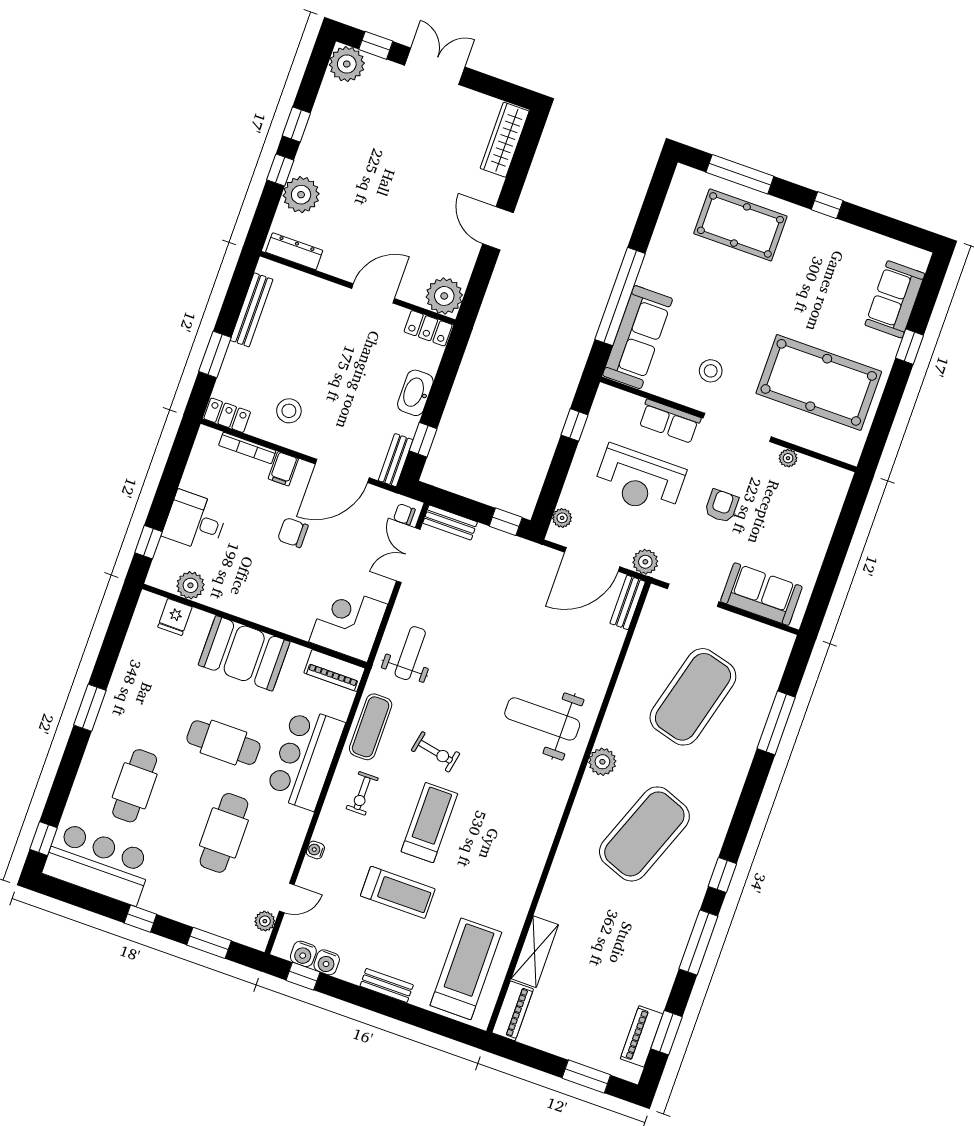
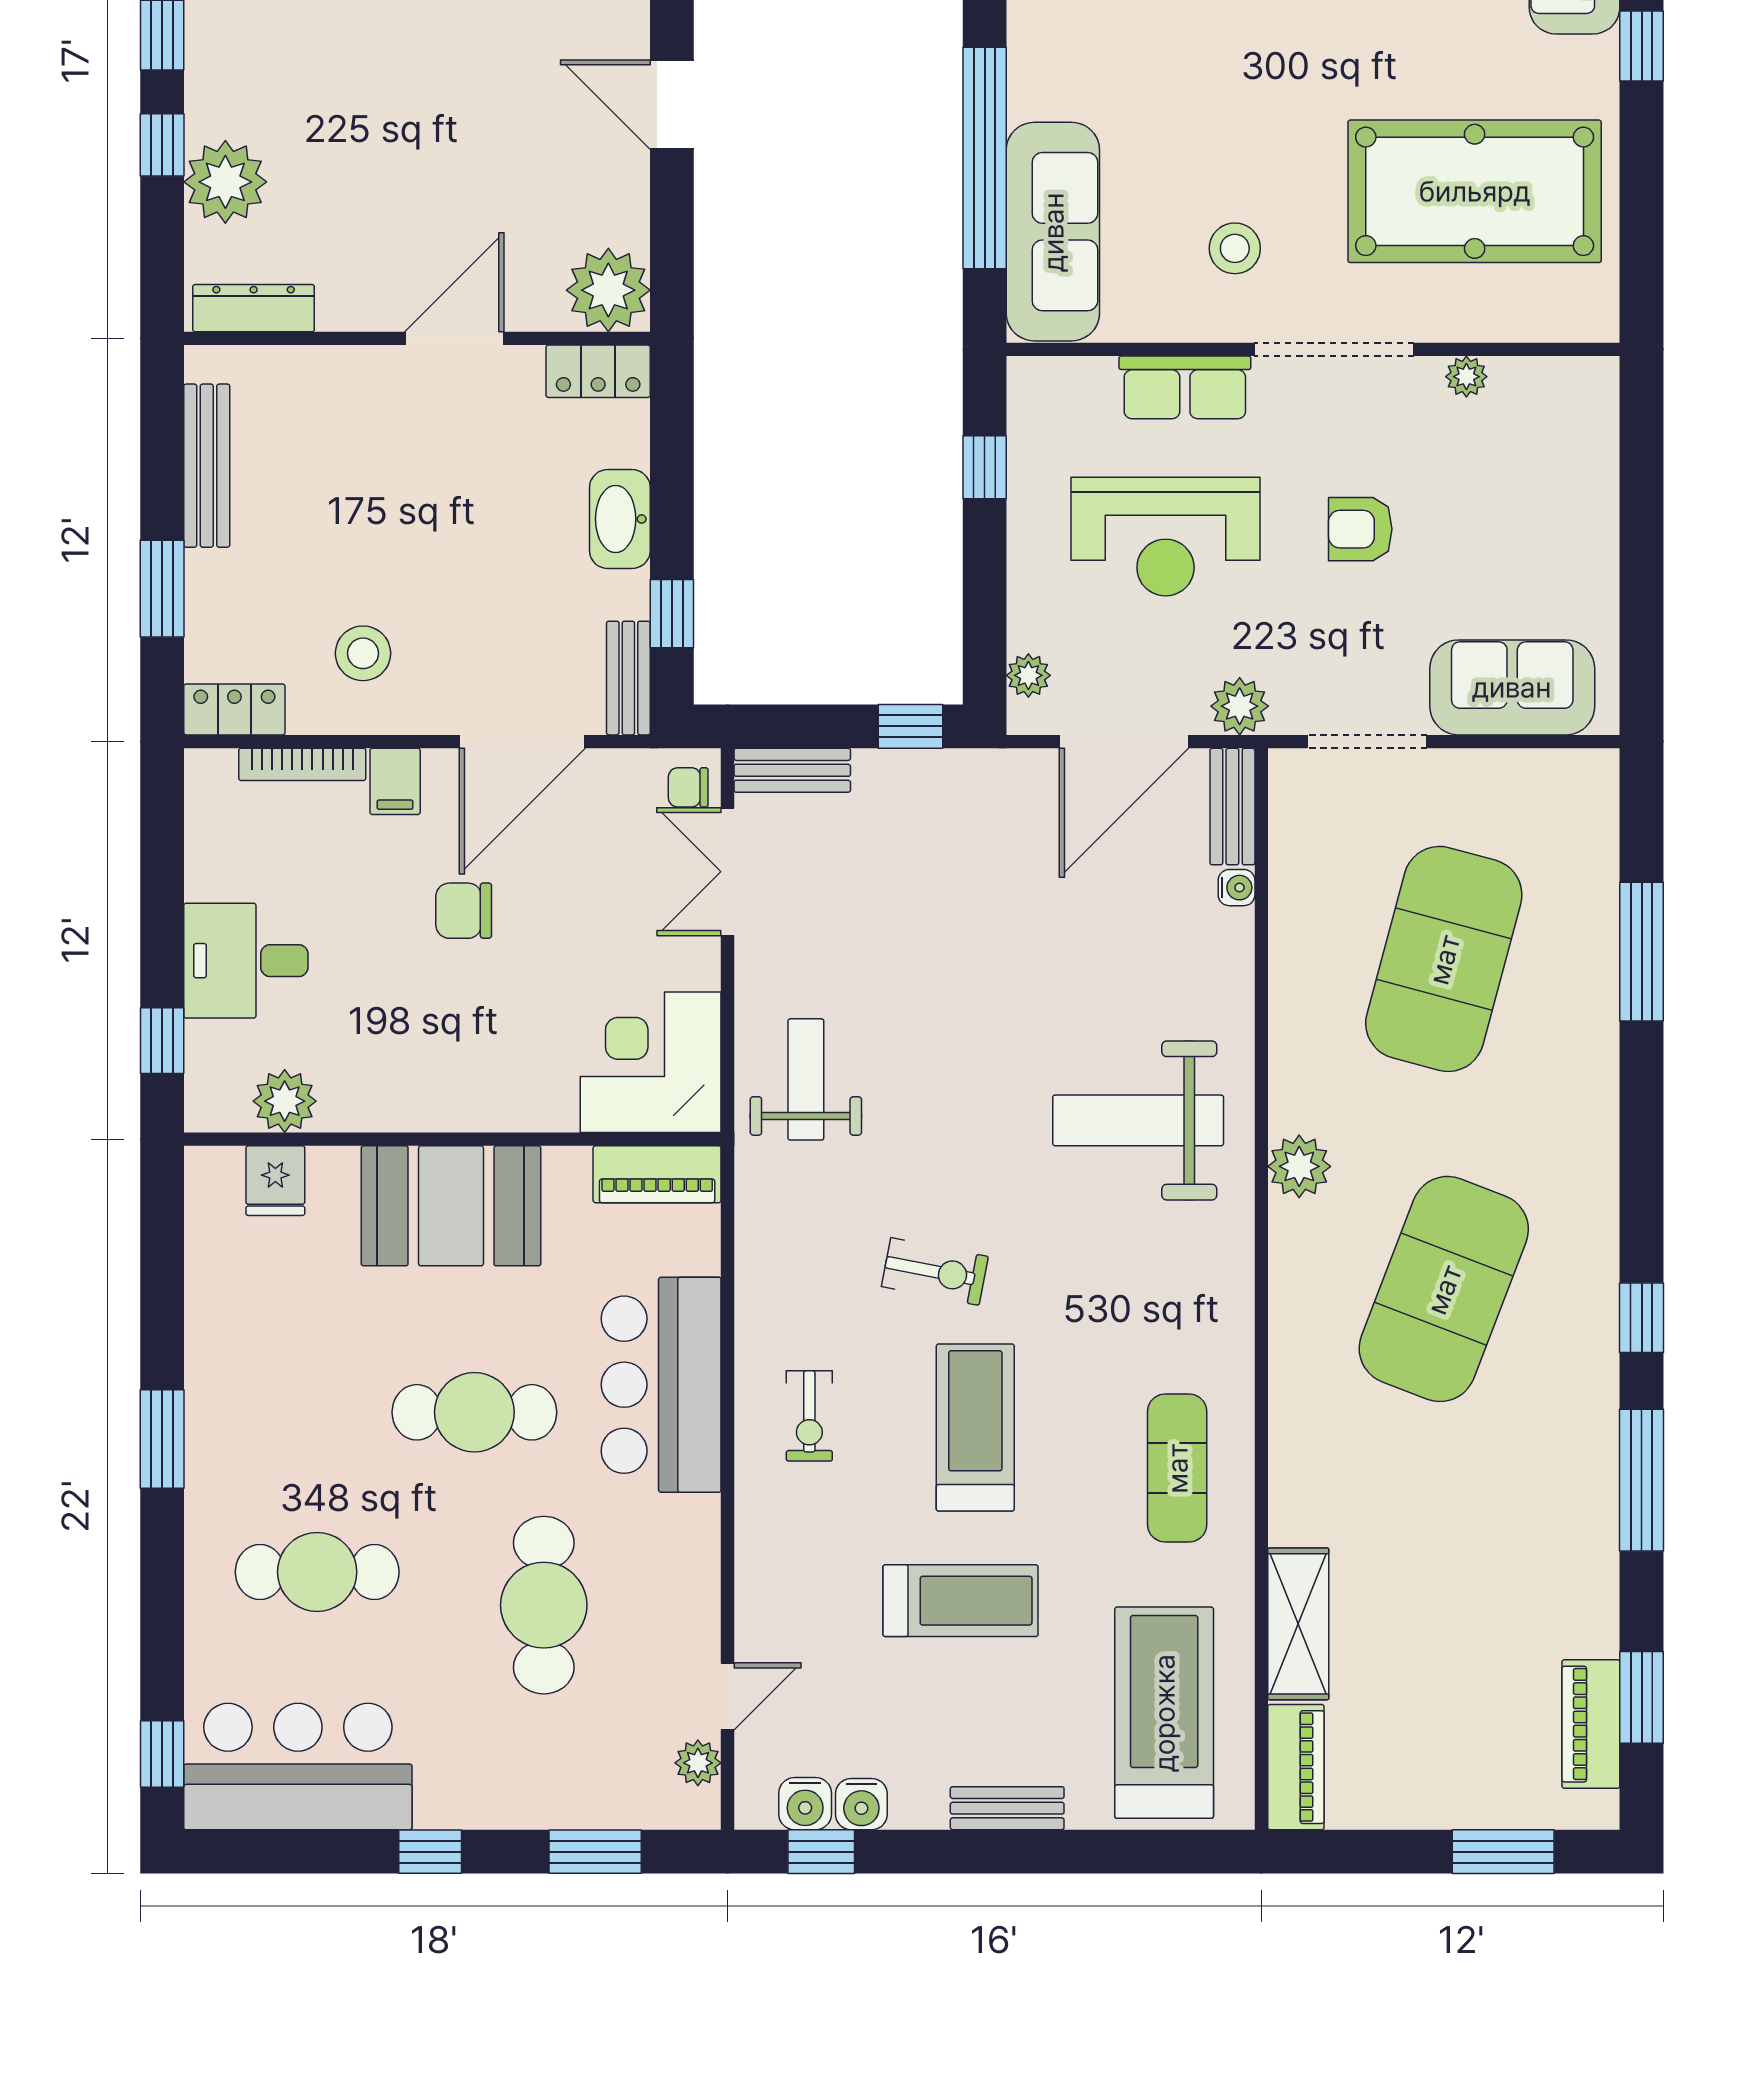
armchair: (722, 506) -> (1360, 529), turned -90
exercise mat: (371, 727) -> (1177, 1468), moved
cafe table: (135, 786) -> (317, 1572), turned 90
water cooler: (315, 850) -> (1237, 888), moved, turned 180

